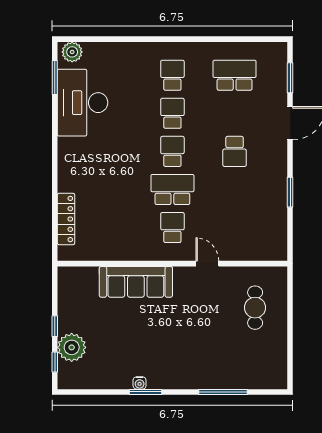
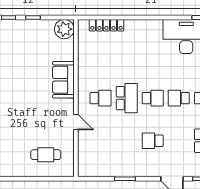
school desk: (172, 113) -> (179, 98), turned 180
door: (207, 264) -> (76, 122), hinge flipped
sofa: (136, 282) -> (63, 80), width x0.73
plant: (72, 347) -> (64, 29), moved

